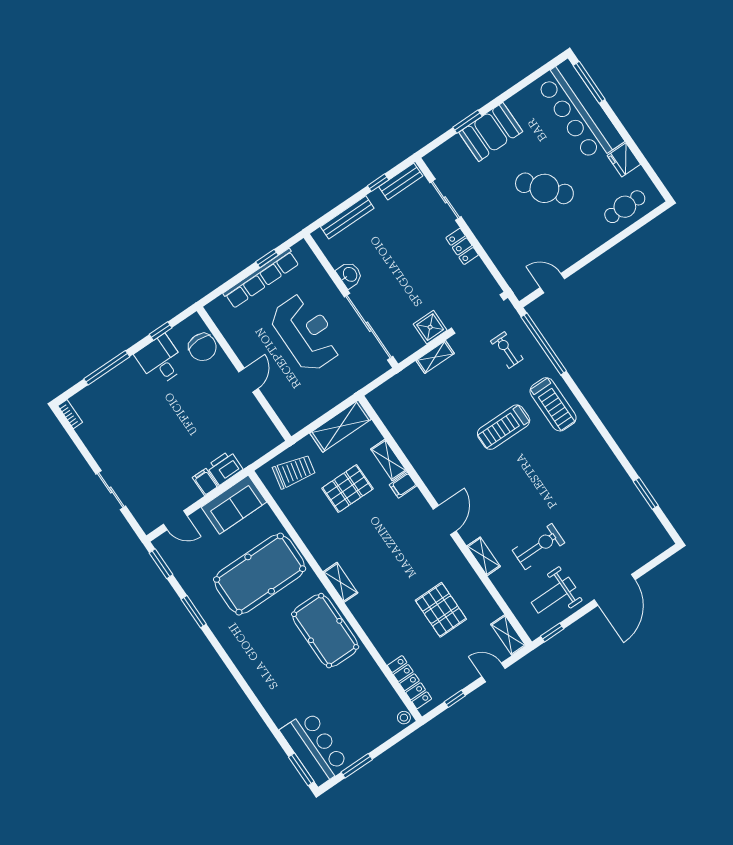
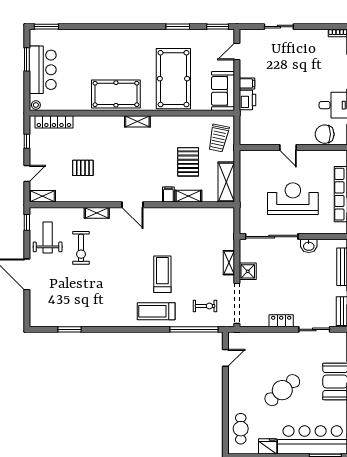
reception desk: (306, 332) -> (293, 199), turned 180
pallet: (441, 610) -> (83, 168), width x0.67, depth x0.71
bar counter: (315, 748) -> (43, 70), moved, turned -90

